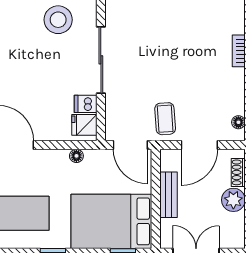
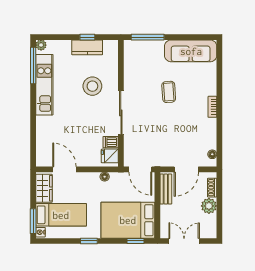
coffee table: (165, 119) -> (169, 92), moved
bench: (169, 195) -> (166, 189), moved

